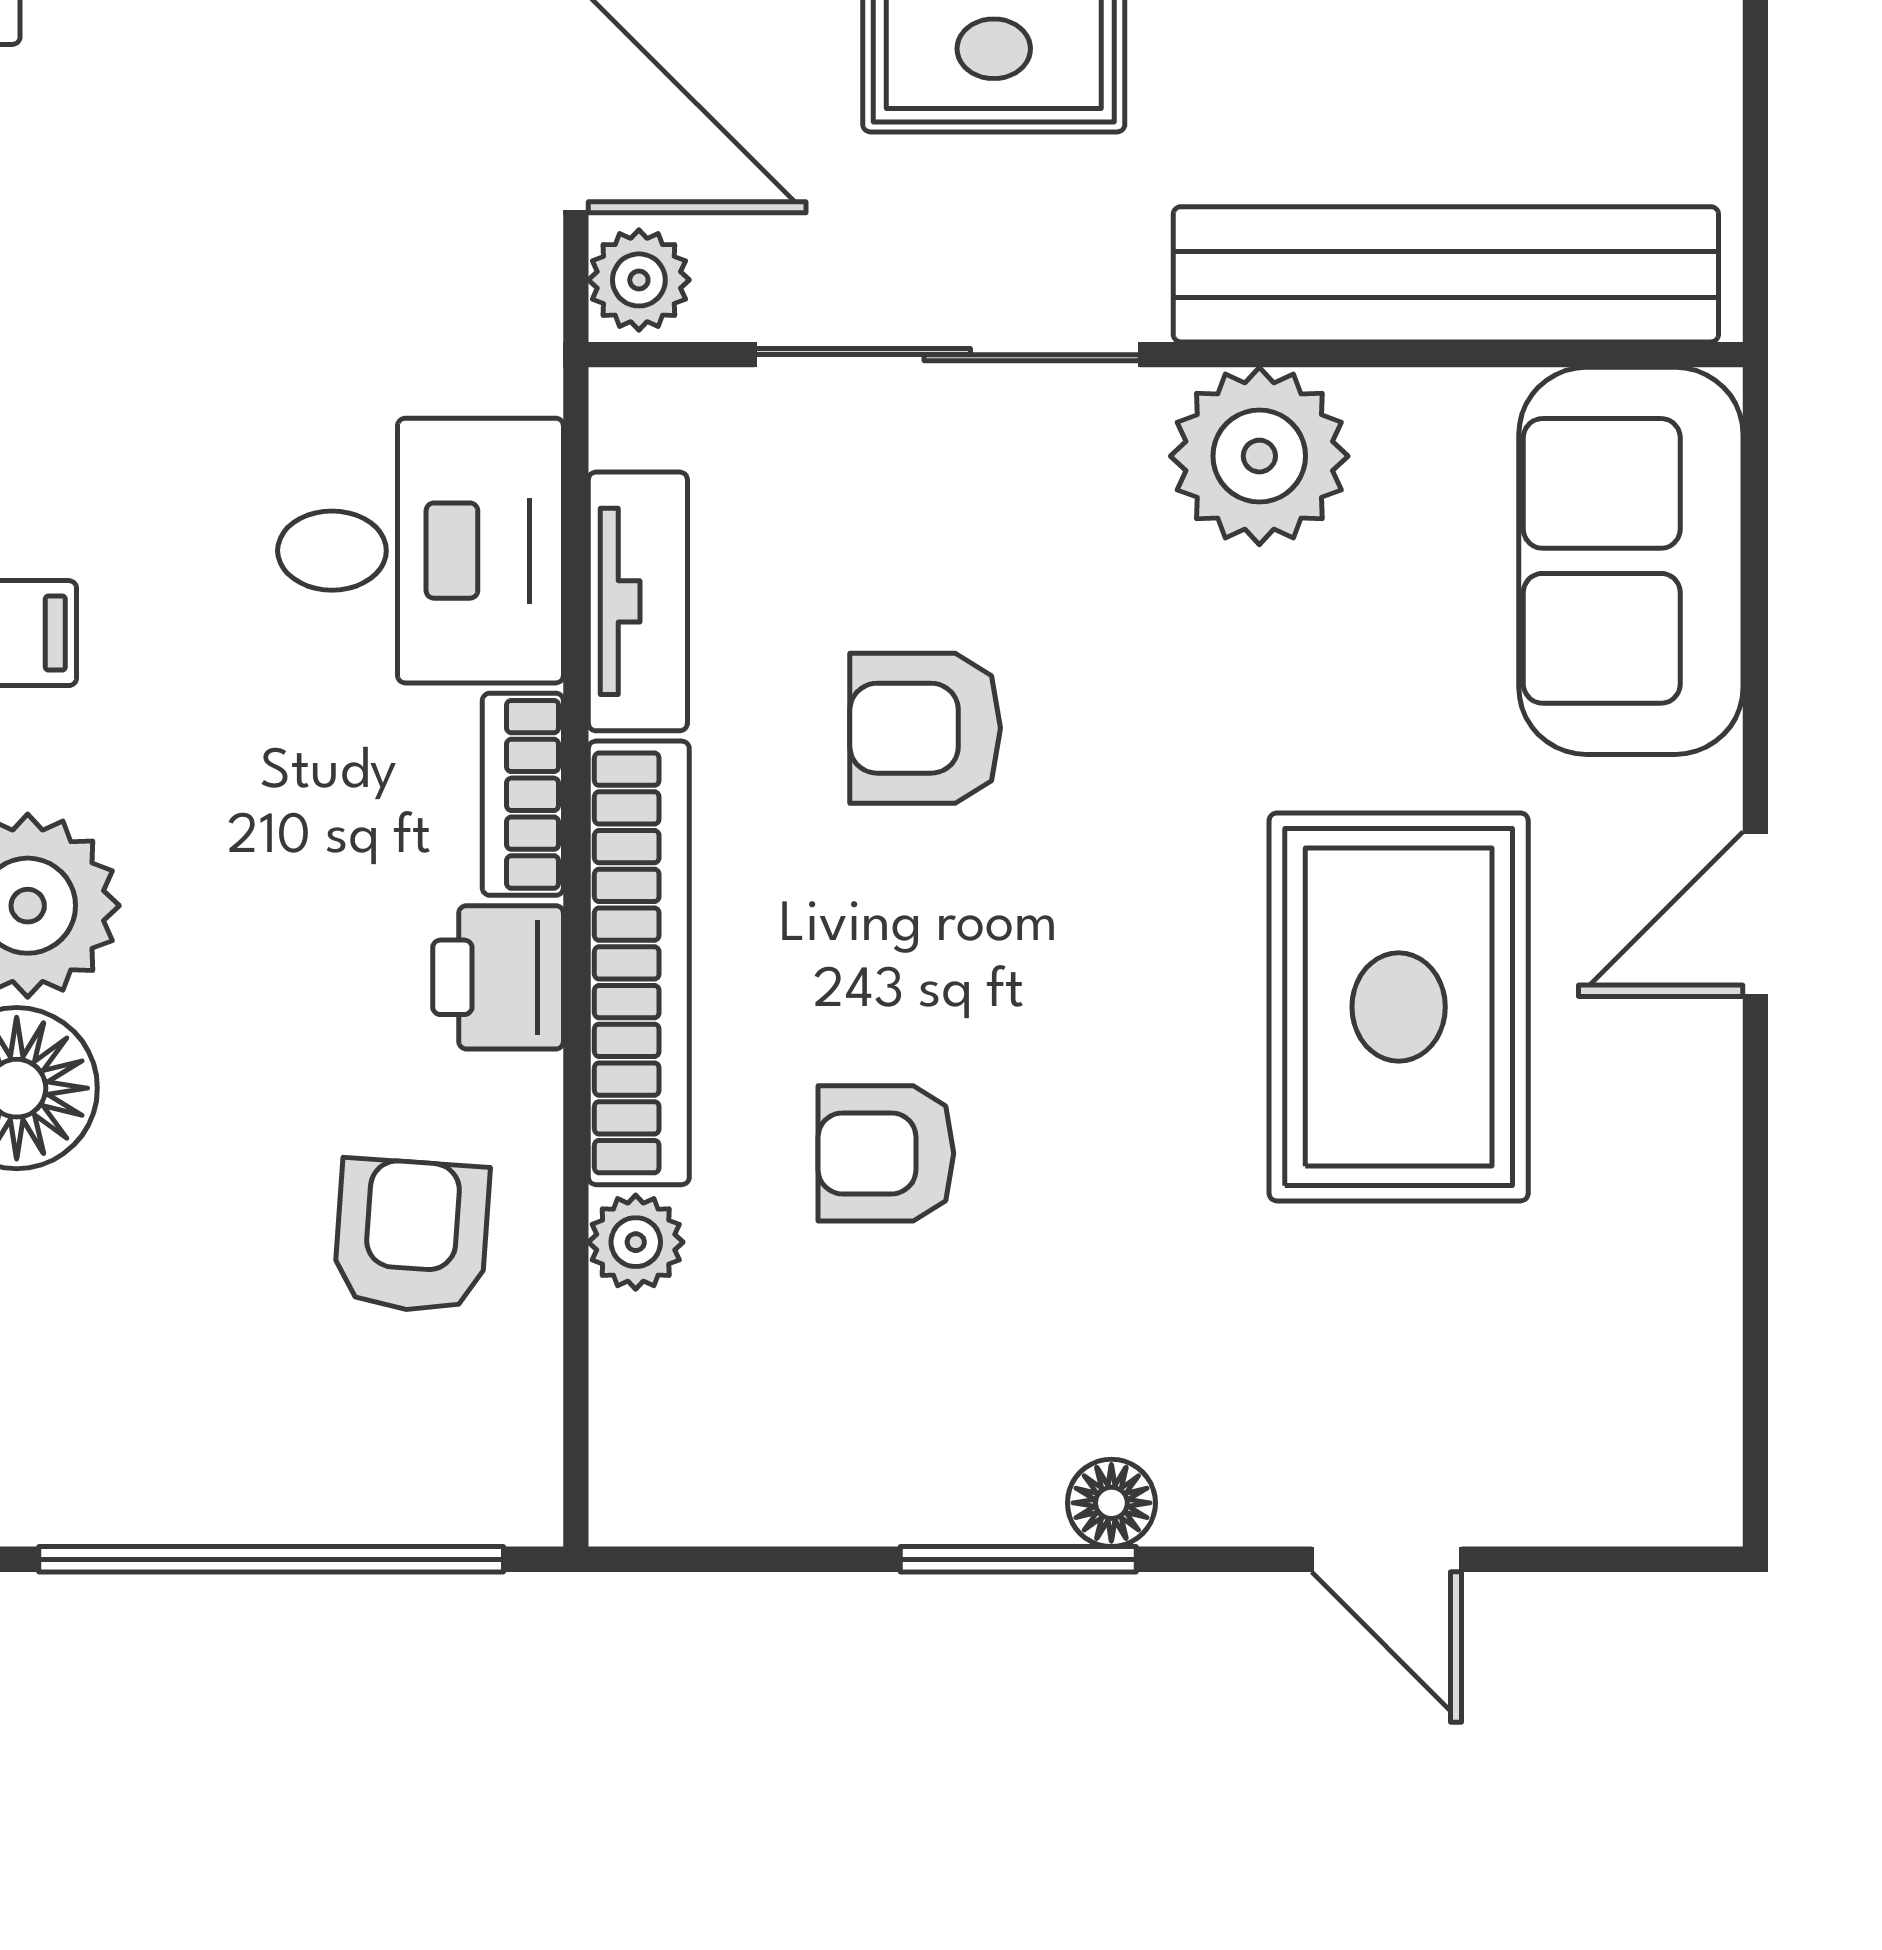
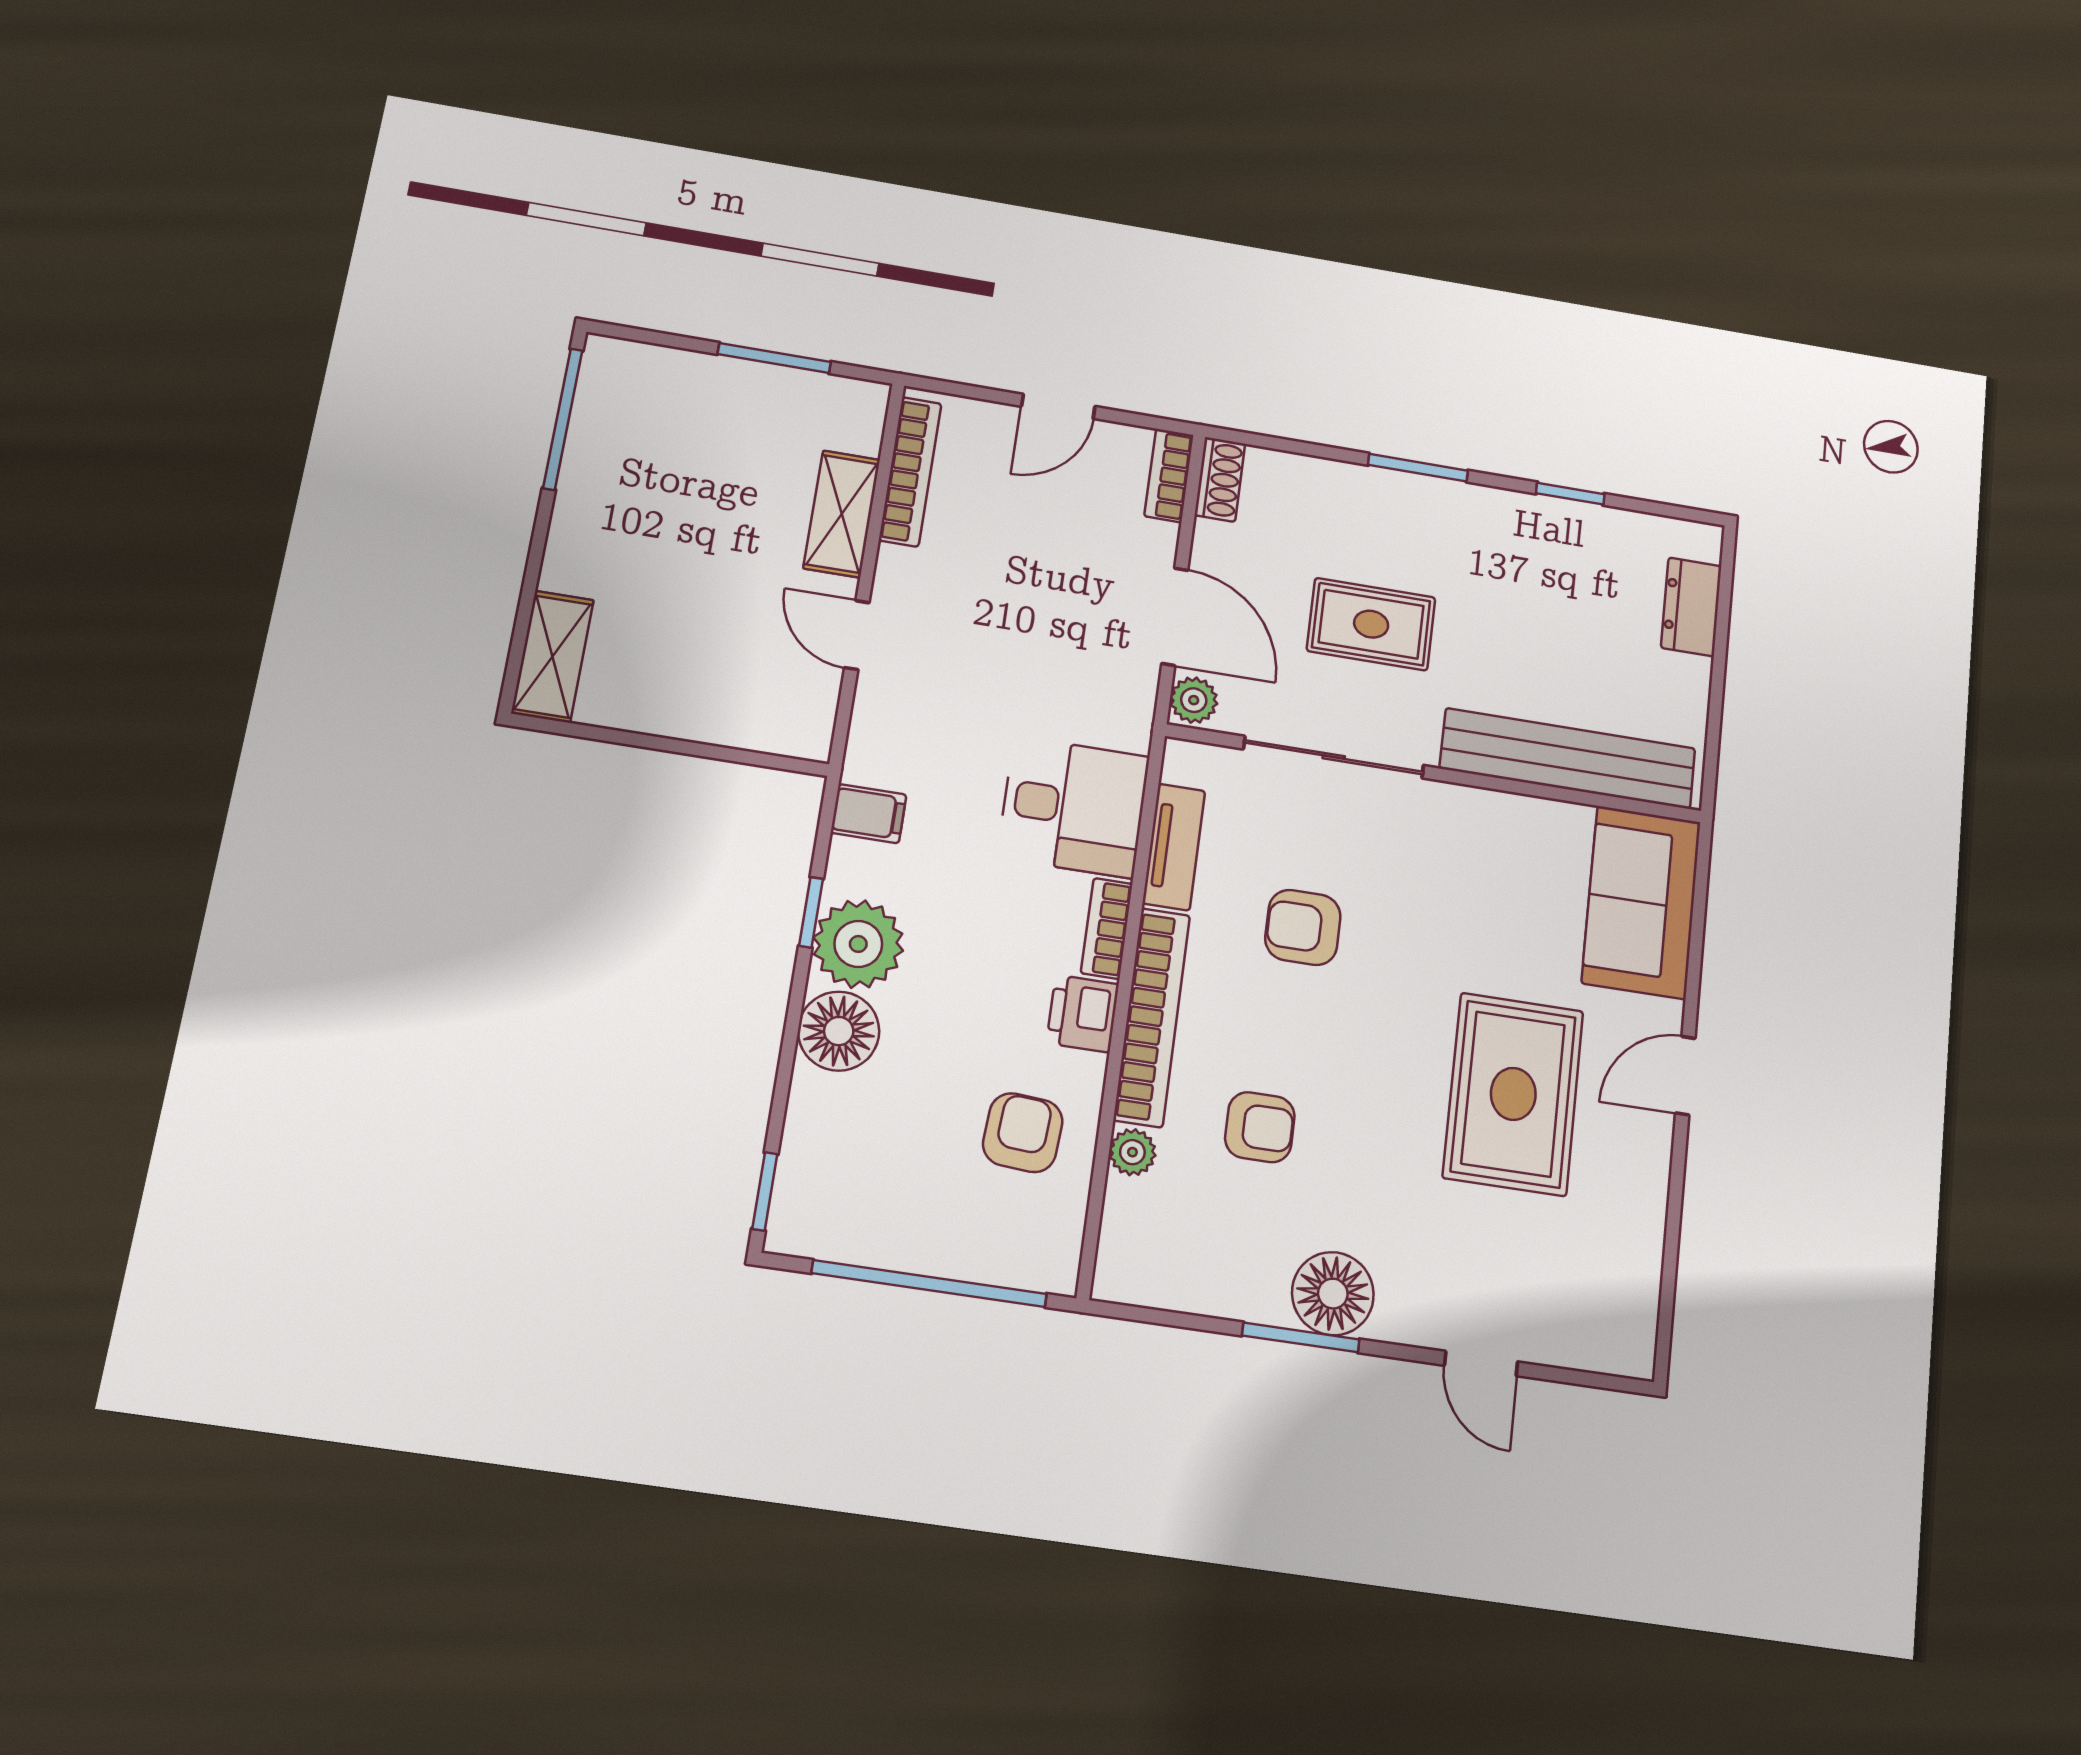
plant: (1259, 456) -> (1474, 827), removed
armchair: (886, 1153) -> (1260, 1127), turned 180
floor lamp: (1111, 1503) -> (1333, 1294), width x1.89, depth x1.89

